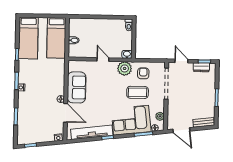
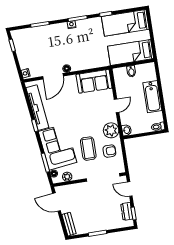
bathtub: (100, 25) -> (152, 97), added
door: (181, 61) -> (130, 189), swing flipped
sofa: (77, 87) -> (94, 81), moved
door: (181, 130) -> (57, 202), hinge flipped

